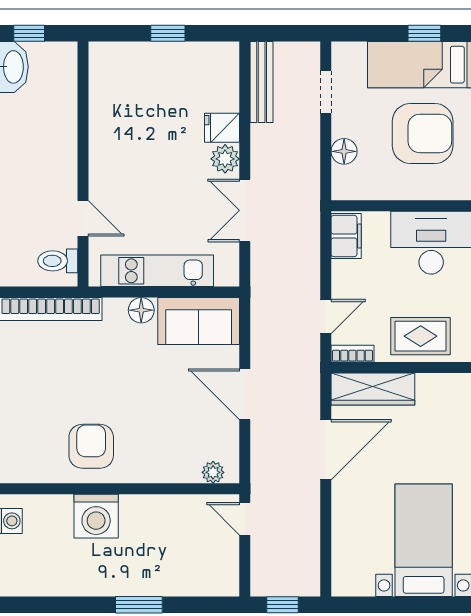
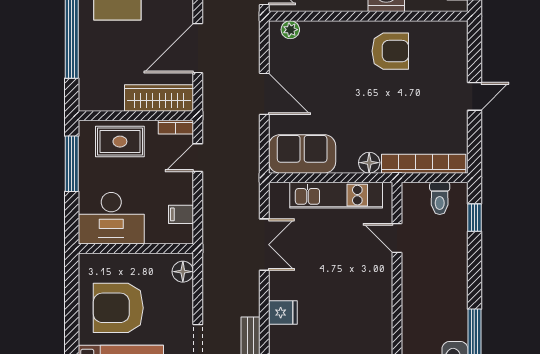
floor lamp: (344, 151) -> (183, 272), moved
plant: (225, 159) -> (280, 287), removed
filing cabinet: (346, 236) -> (181, 214), width x0.50
toilet: (58, 261) -> (440, 198), moved, turned 90
floor lamp: (141, 310) -> (369, 163), moved
armchair: (91, 446) -> (390, 51), turned -90

